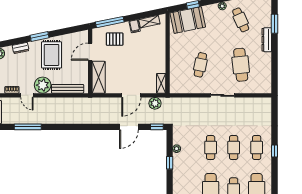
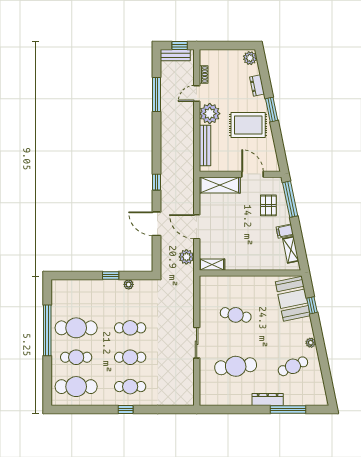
window: (275, 24) -> (288, 409), width x1.44
window: (157, 127) -> (156, 182), moved

